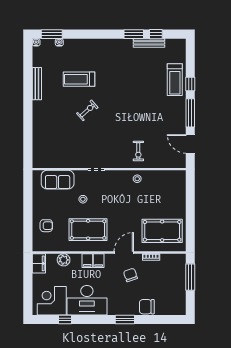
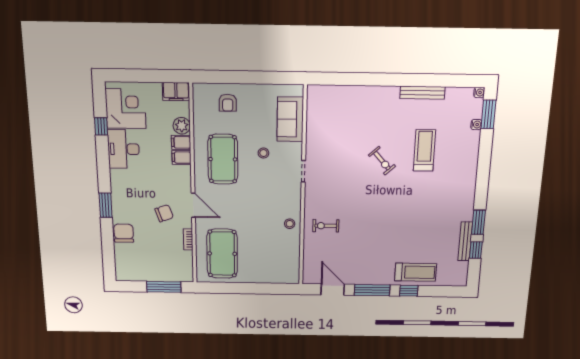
treadmill: (175, 80) -> (416, 272), turned 180
door: (190, 144) -> (333, 290), hinge flipped
filing cabinet: (99, 261) -> (181, 142), moved
desk: (87, 300) -> (124, 149), width x0.73, depth x0.77

